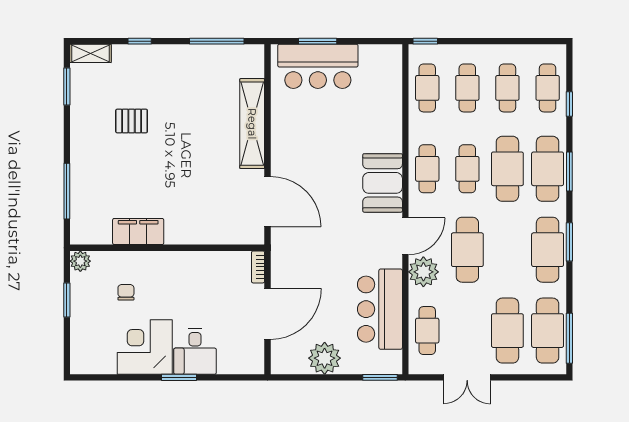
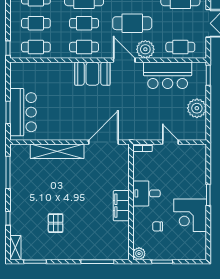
filing cabinet: (138, 231) -> (121, 206), moved
door: (268, 314) -> (170, 142), width x0.53
desk: (195, 352) -> (146, 193), moved, turned 180

